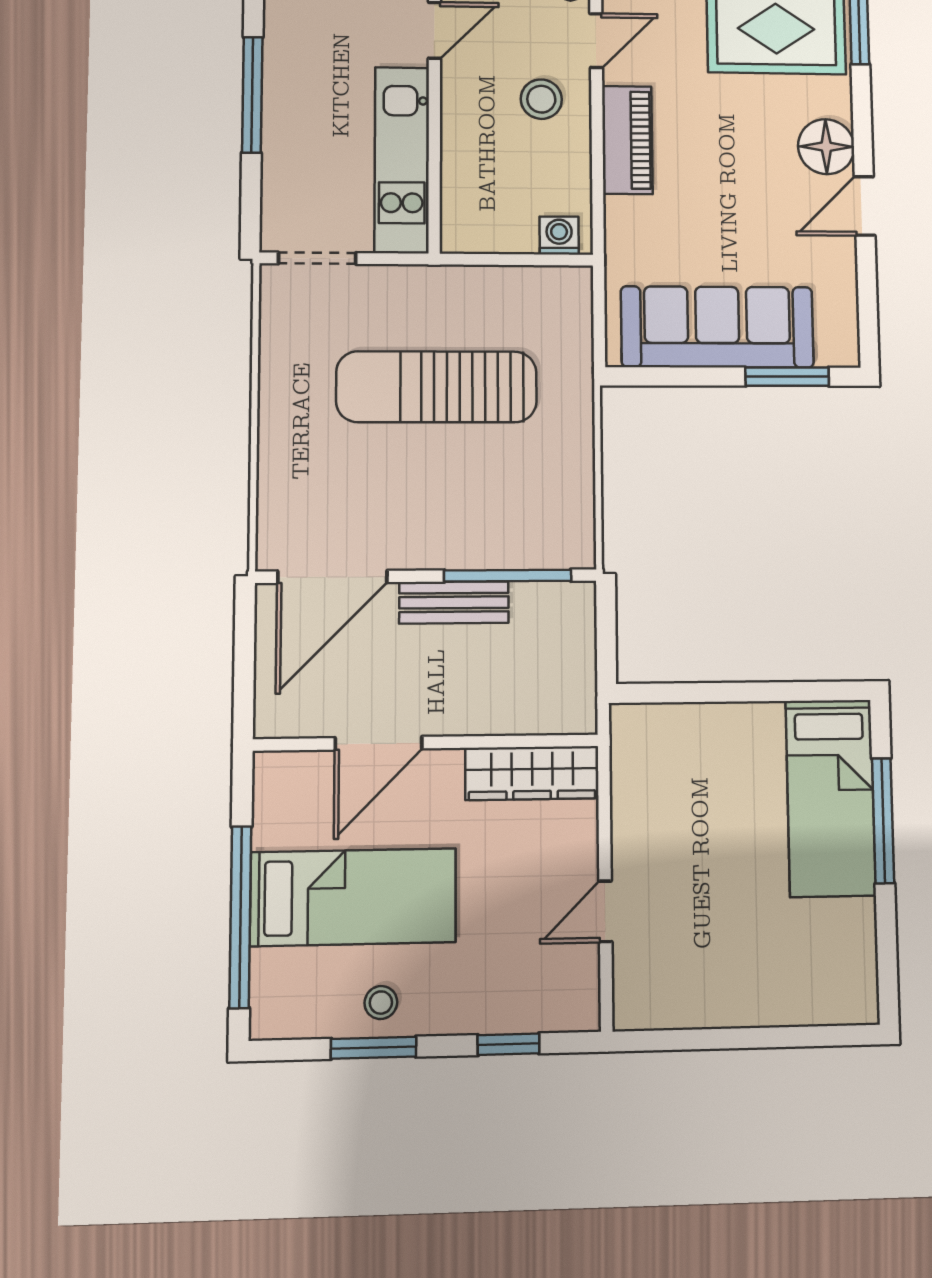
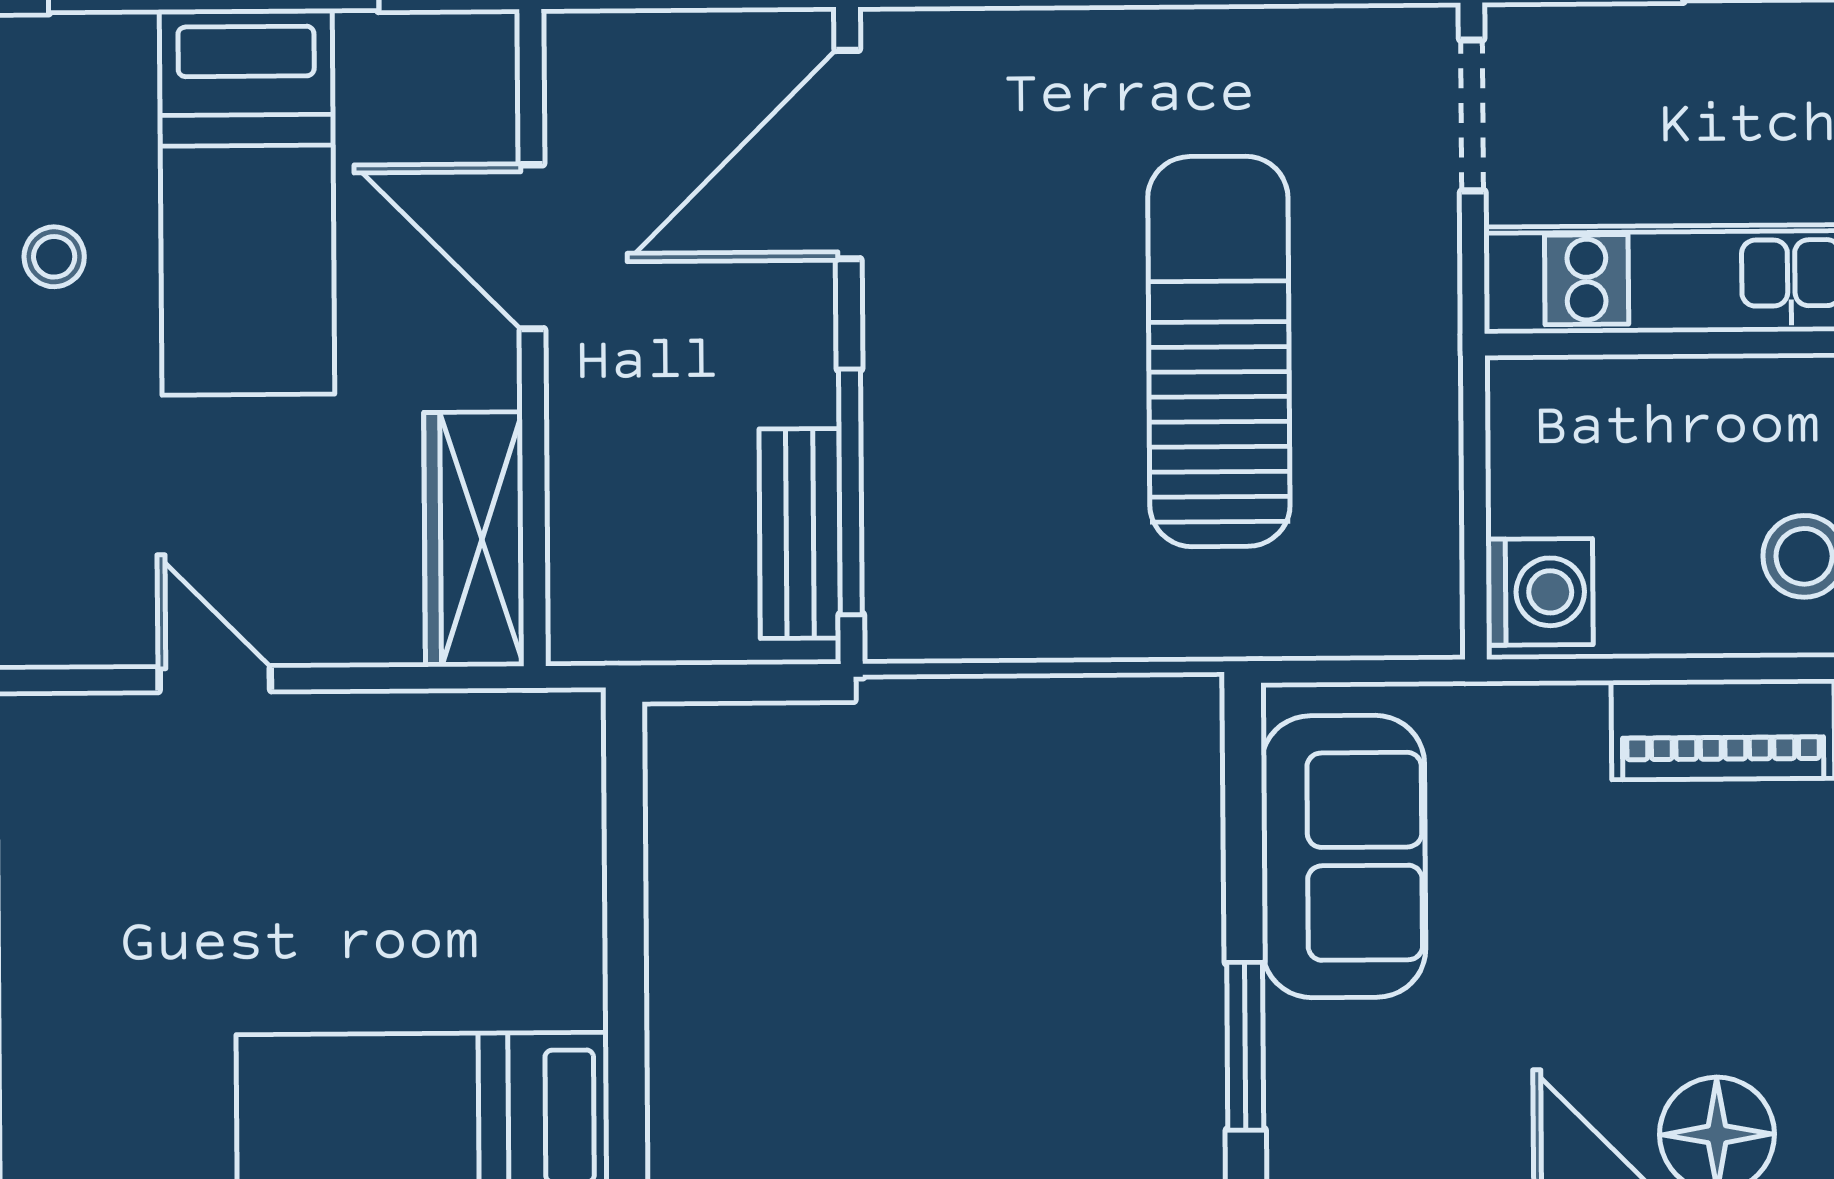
washing machine: (559, 236) -> (1540, 592), width x1.38, depth x1.38
sofa: (717, 327) -> (1344, 857), width x0.73
door: (332, 577) -> (848, 155), hinge flipped
bench: (454, 602) -> (800, 533), moved

